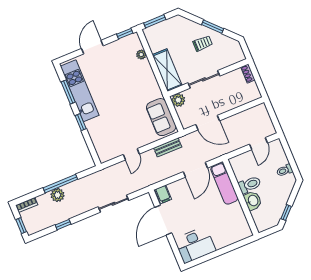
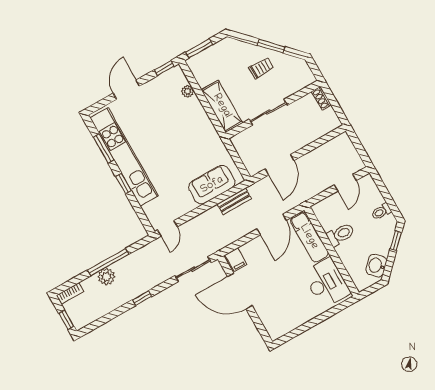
kitchen unit: (80, 91) -> (124, 157), width x1.36
plant: (178, 100) -> (240, 142), removed
sofa: (161, 117) -> (212, 185), moved, turned 90
door: (208, 123) -> (280, 165), hinge flipped
door: (131, 154) -> (167, 228), moved
washbasin: (253, 201) -> (376, 266), moved, turned -135
sliding door: (113, 204) -> (193, 269), moved
window: (286, 213) -> (396, 241), moved
door: (163, 220) -> (240, 291), hinge flipped
window: (63, 225) -> (142, 298), moved
desk: (195, 245) -> (326, 283), moved, turned -90

